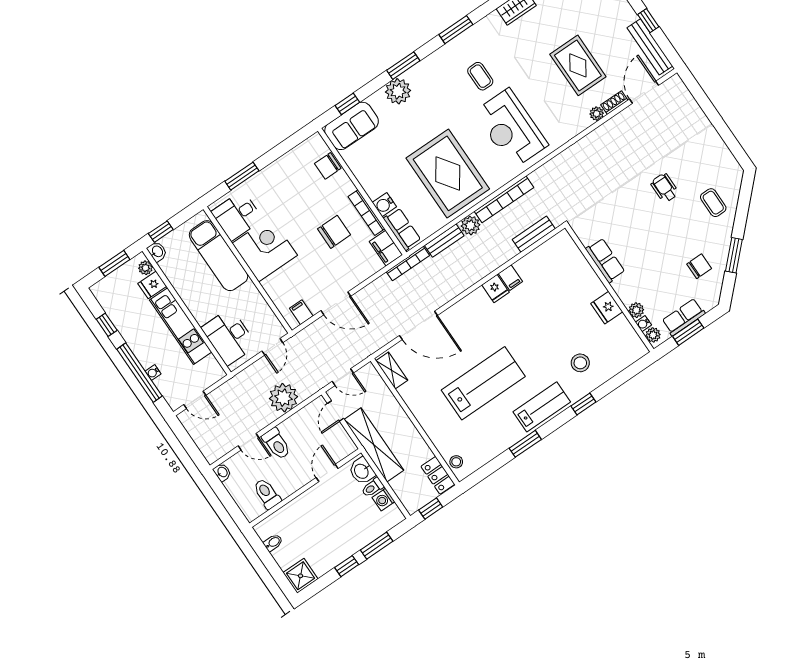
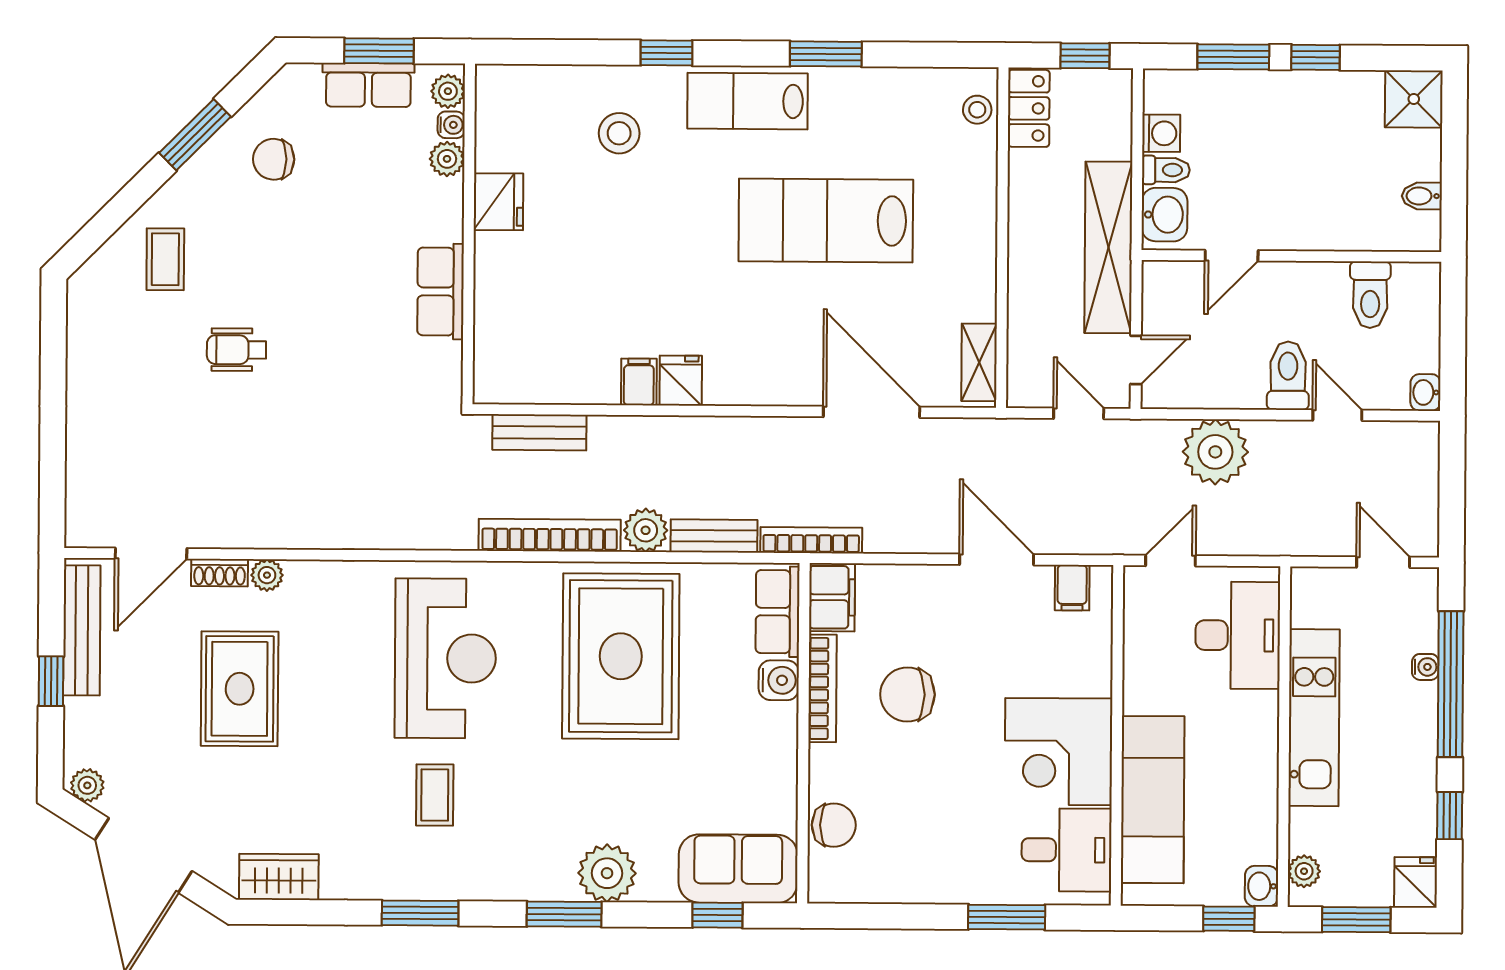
wheelchair: (665, 188) -> (237, 350), turned 90
fridge: (152, 285) -> (1416, 882), moved, turned -90

